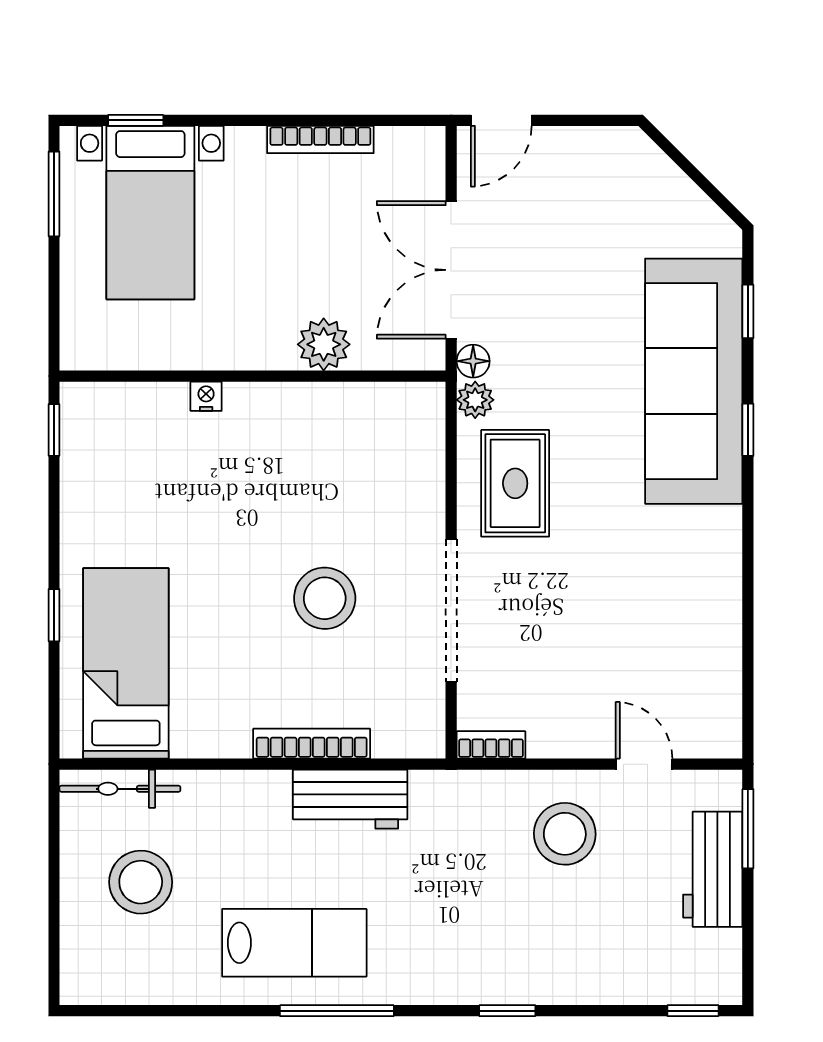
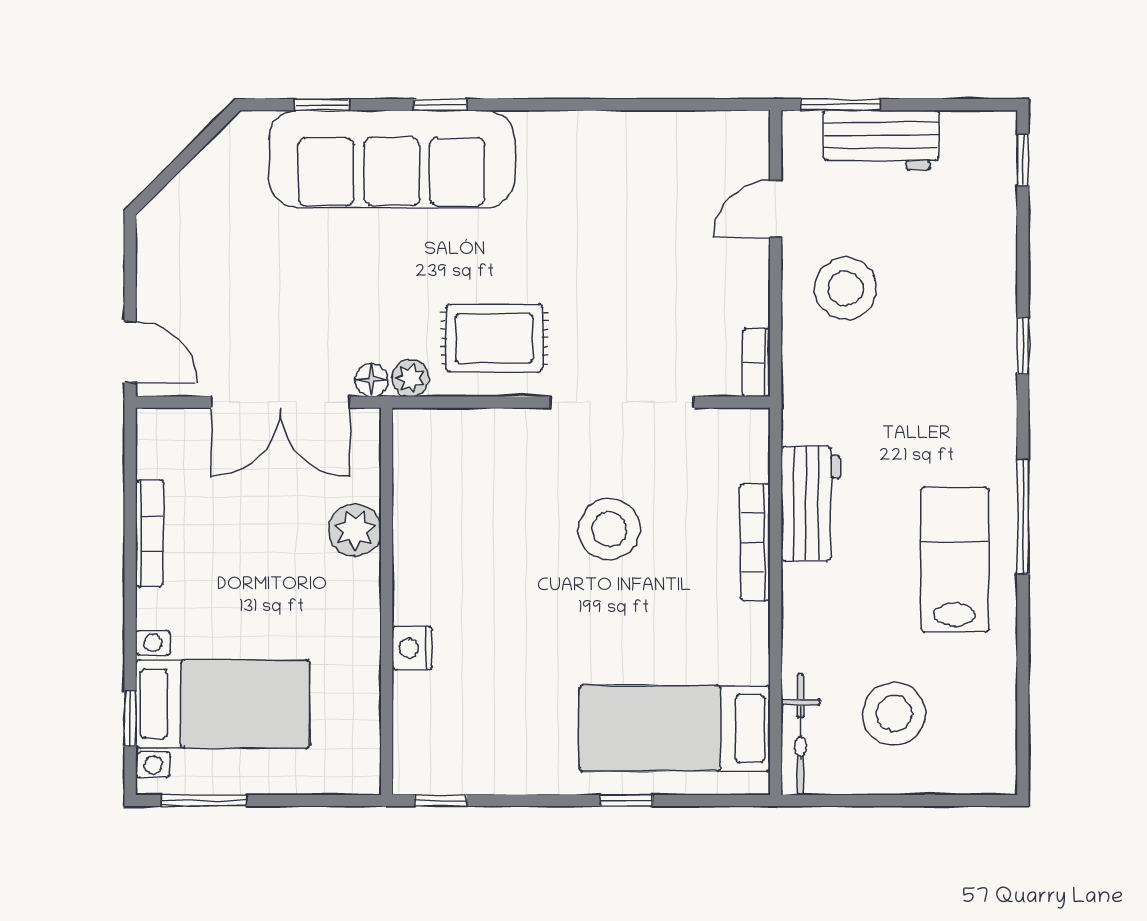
nightstand: (206, 396) -> (412, 648), width x1.39, depth x1.35

